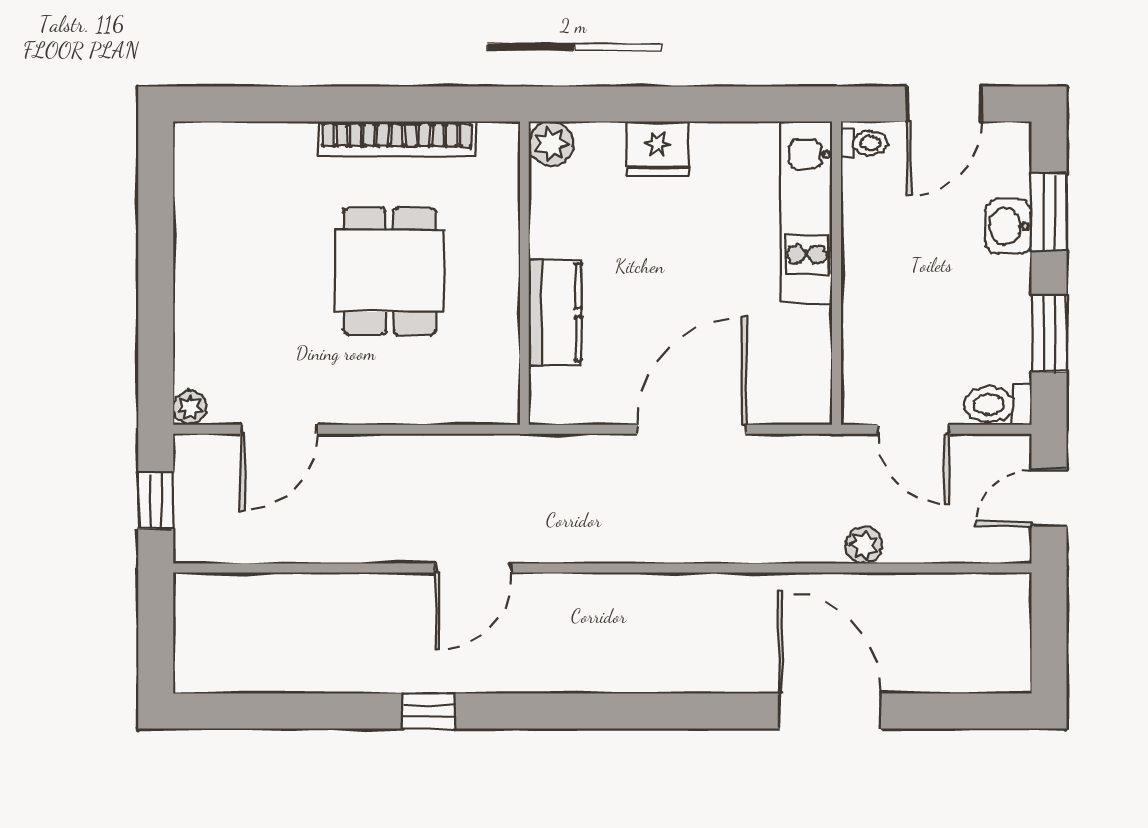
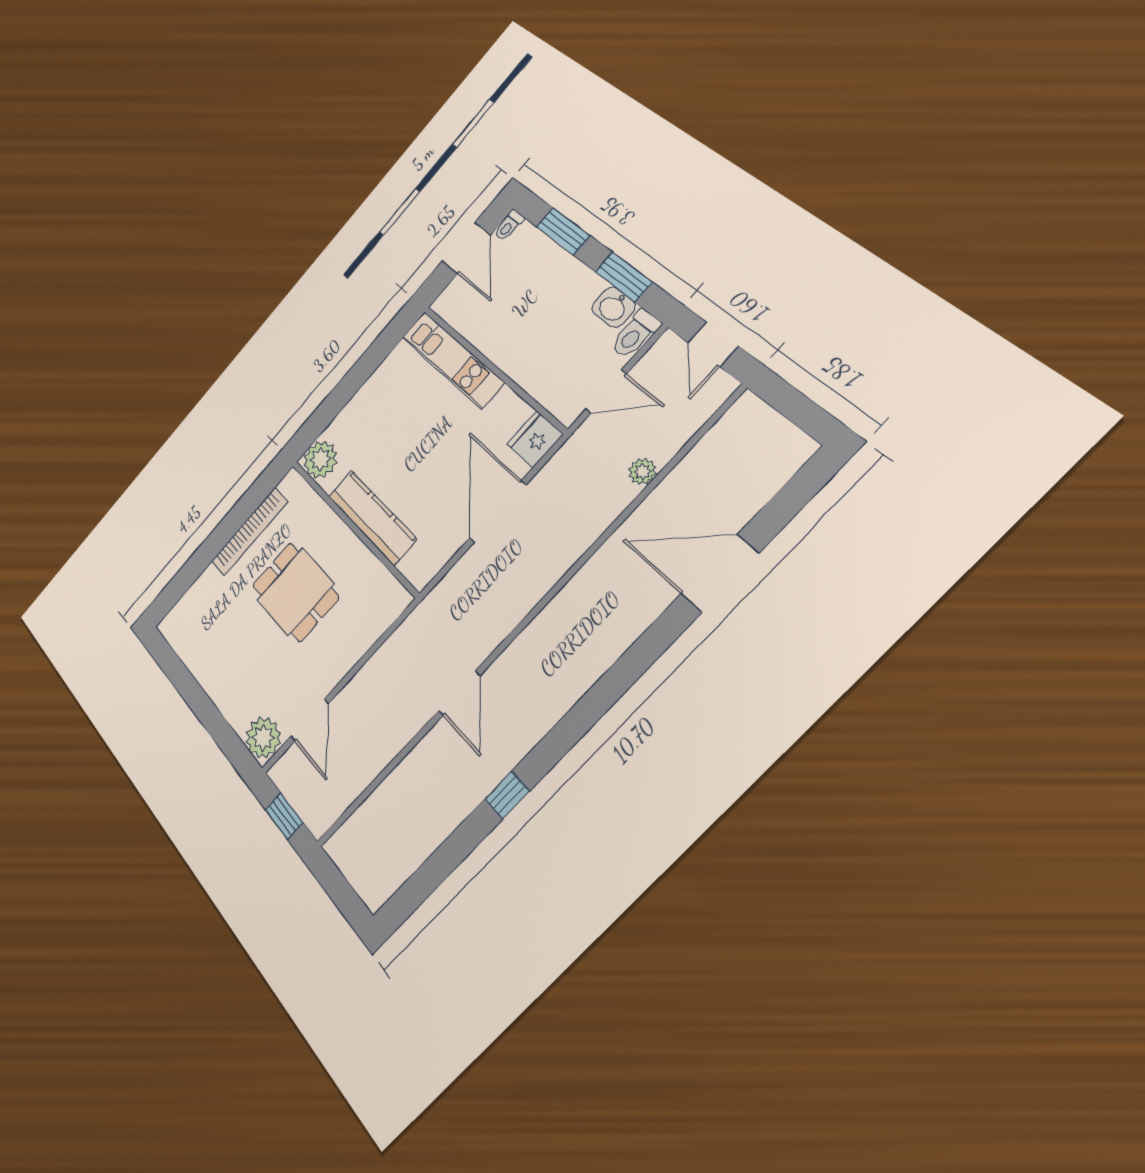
toilet: (864, 143) -> (509, 226), moved, turned 180
plant: (551, 144) -> (320, 459), width x1.36, depth x1.36
fridge: (658, 148) -> (535, 439), moved, turned 180
washbasin: (1008, 226) -> (614, 307), moved
kitchen counter: (555, 312) -> (372, 517), width x1.50
plant: (190, 407) -> (263, 738), width x1.88, depth x1.88

